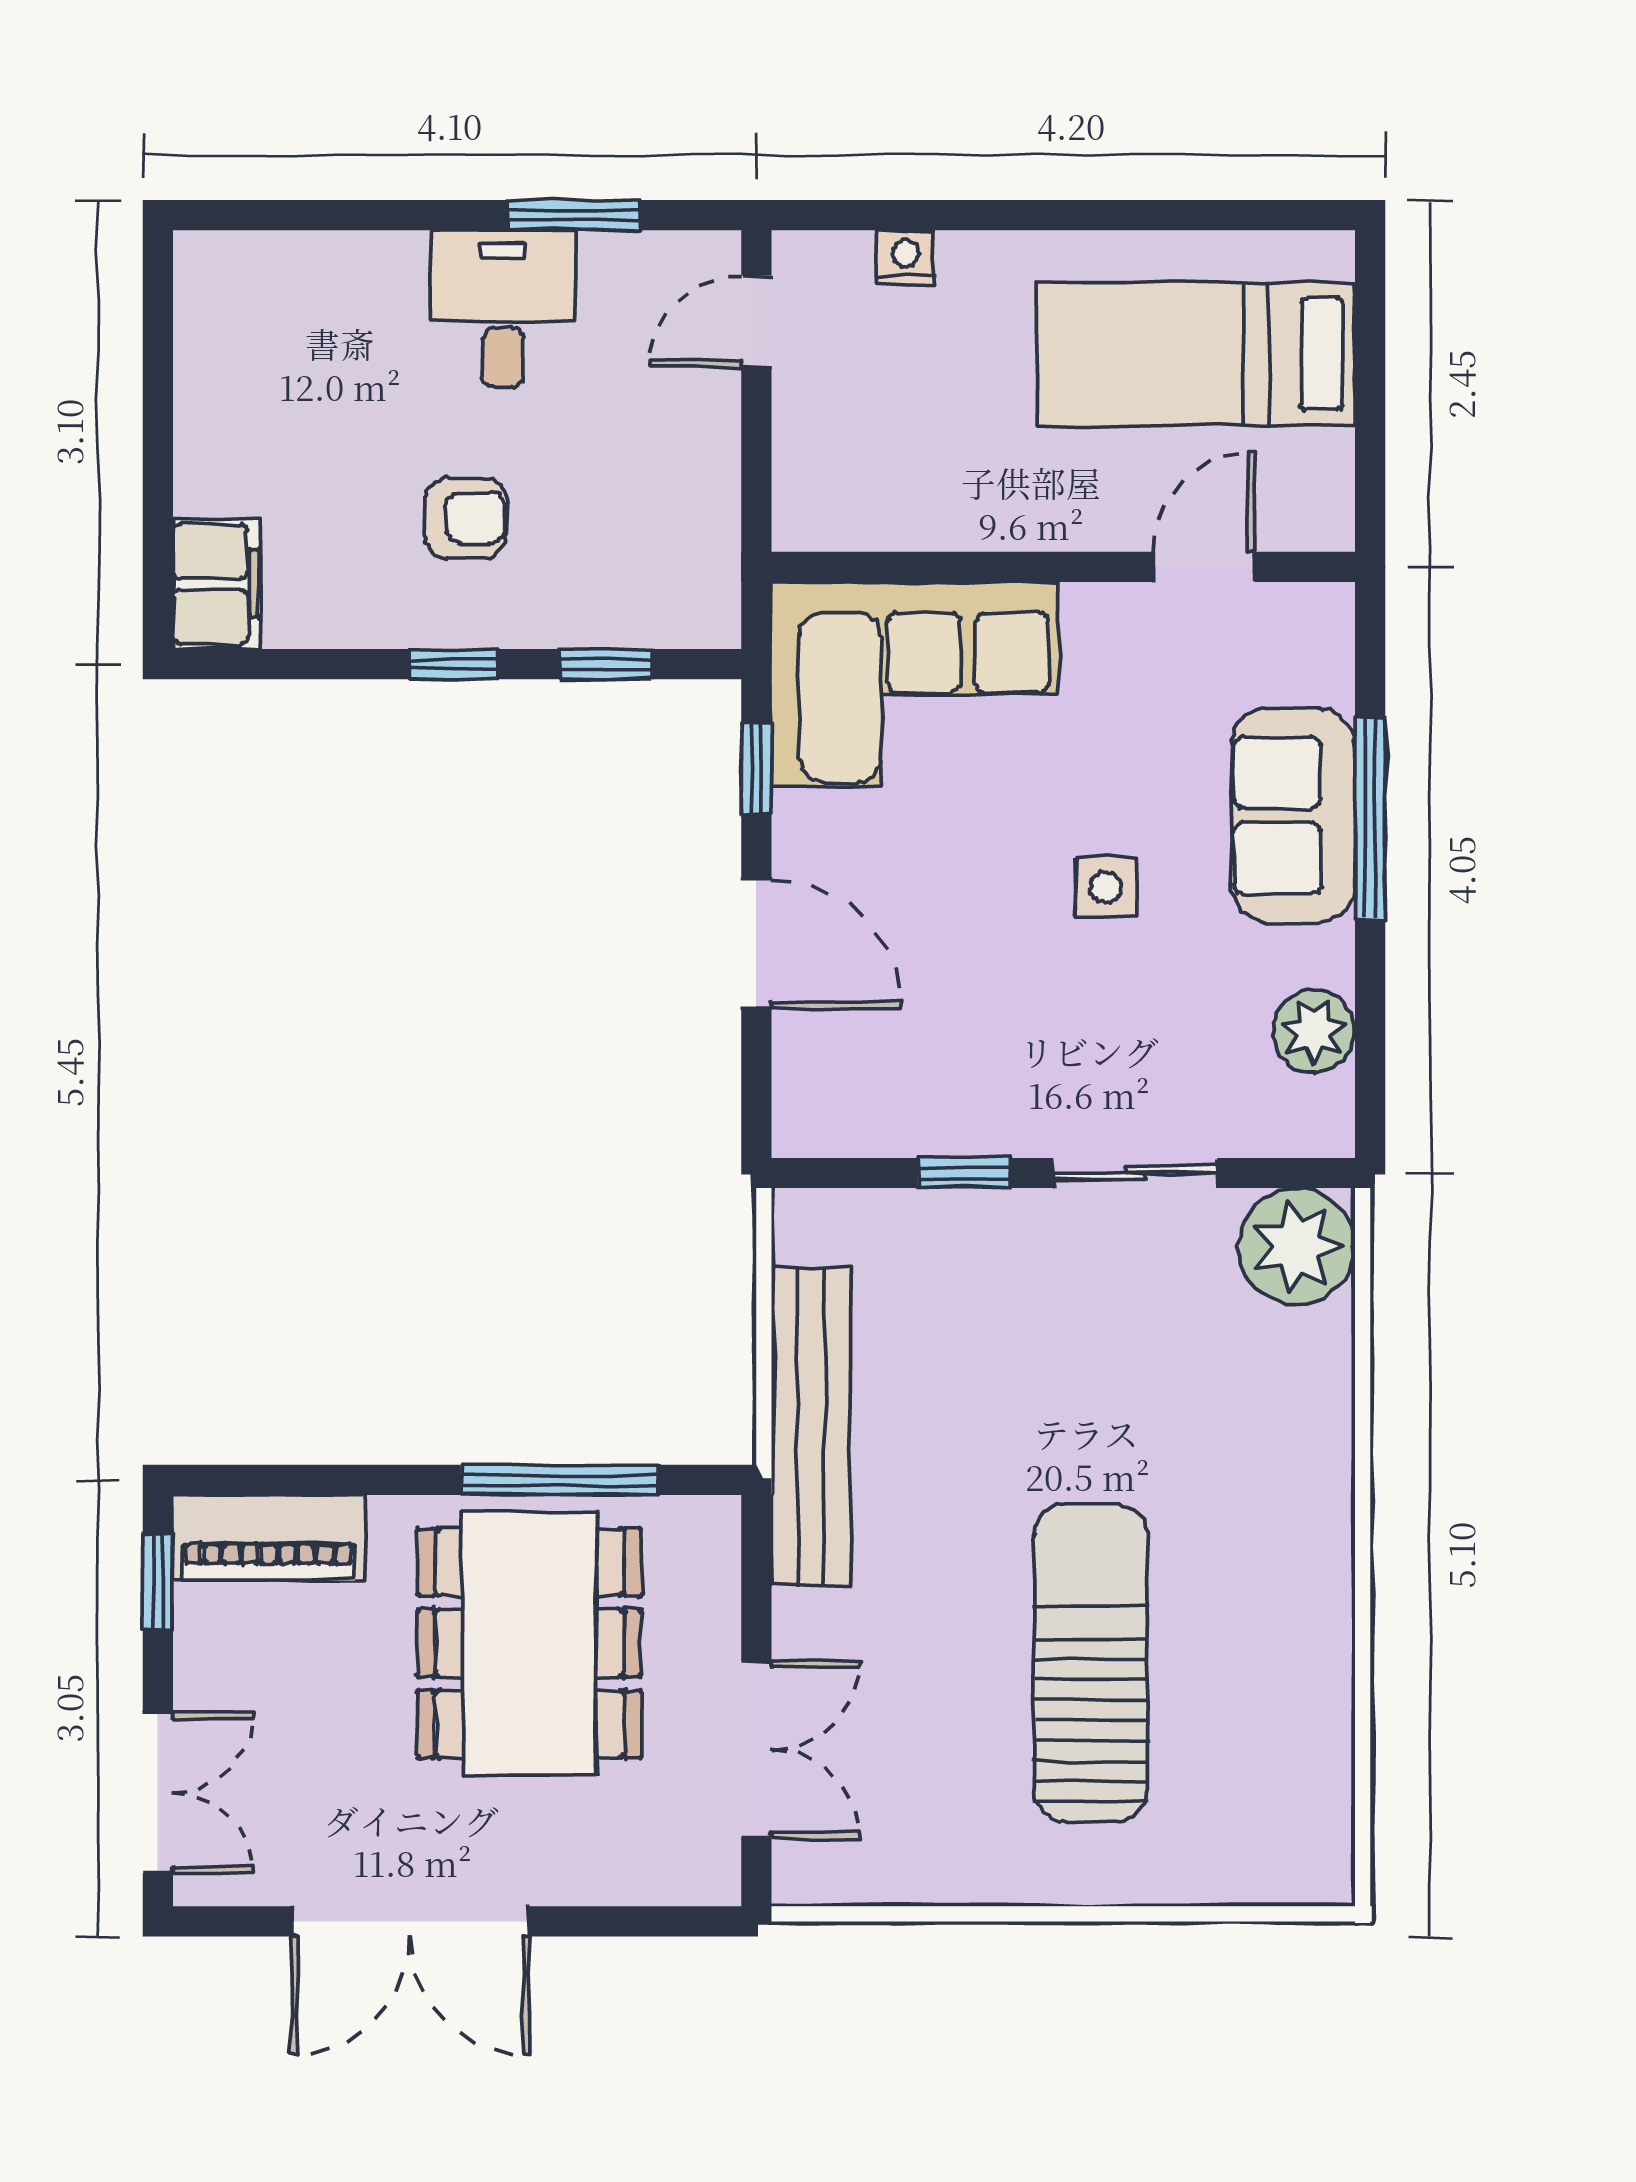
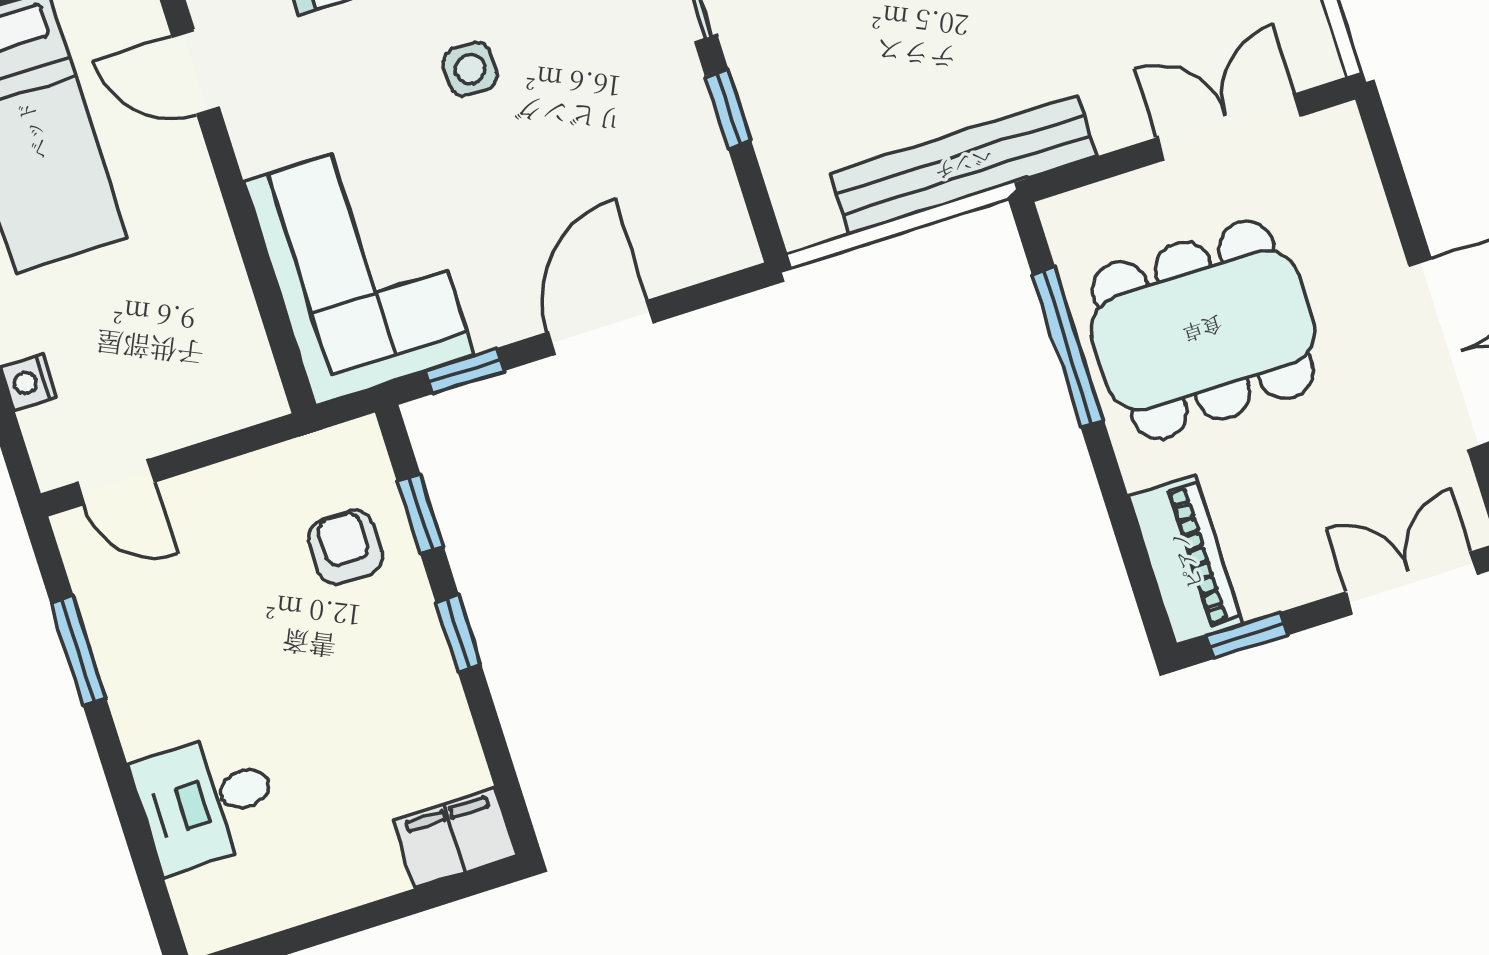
desk: (503, 309) -> (207, 801), moved
armchair: (465, 518) -> (345, 547), moved

